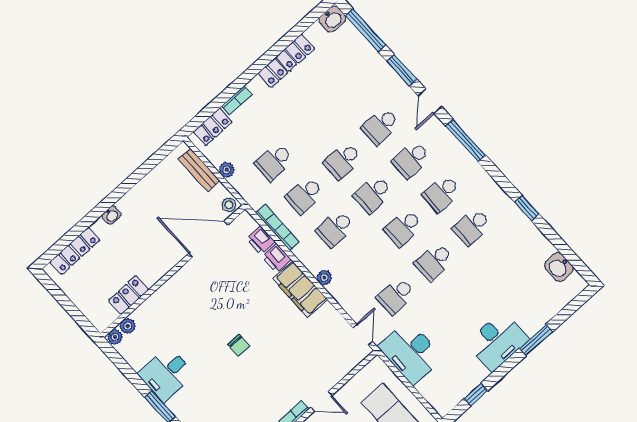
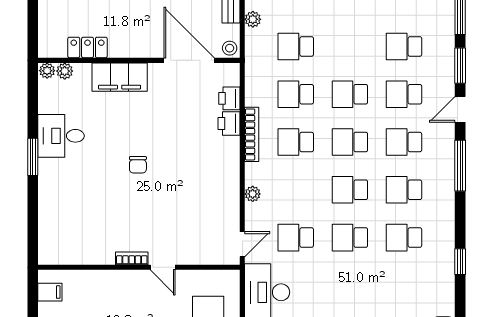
school desk: (350, 93) -> (404, 46), added
bookcase: (278, 227) -> (252, 134), moved
plant: (324, 278) -> (253, 194), moved
filing cabinet: (300, 289) -> (120, 77), moved, turned -90

